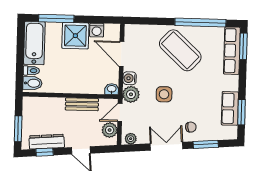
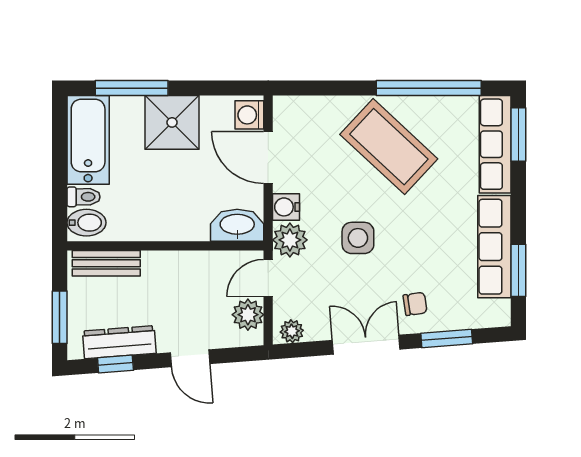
washing machine: (97, 30) -> (249, 115), moved, turned 90
washbasin: (112, 89) -> (237, 225), width x1.91, depth x1.45
bench: (82, 104) -> (106, 263), moved
row of seats: (230, 108) -> (494, 247), width x1.48

